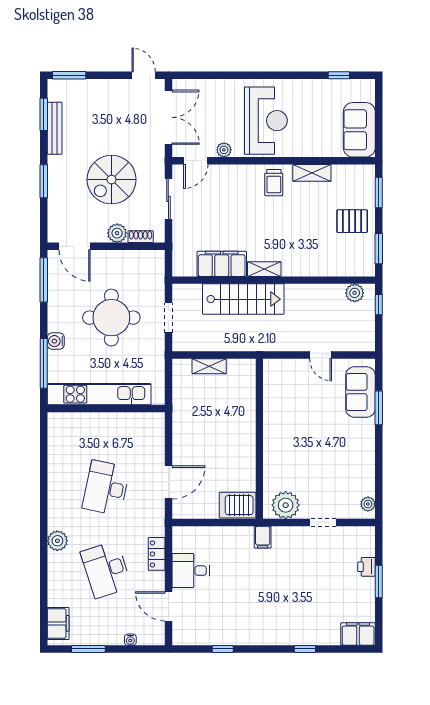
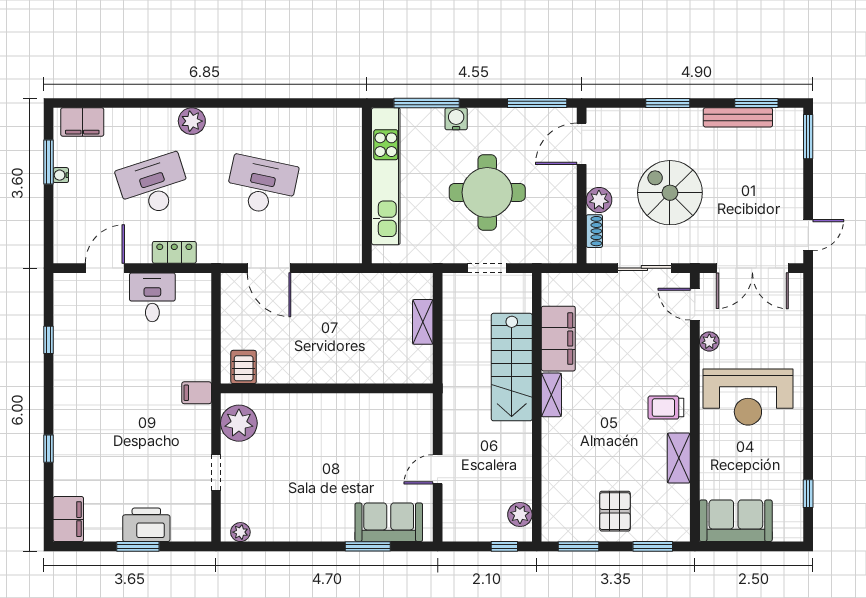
server rack: (238, 505) -> (244, 367), width x0.73, depth x0.70
printer: (367, 567) -> (146, 525), width x1.87, depth x1.48
water cooler: (130, 640) -> (61, 175), moved

